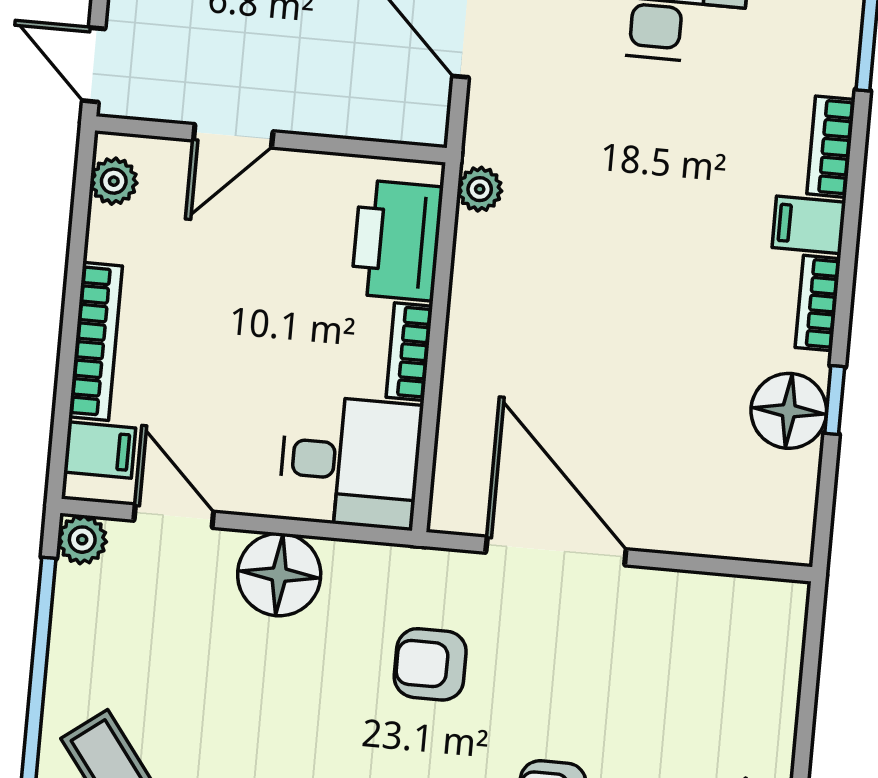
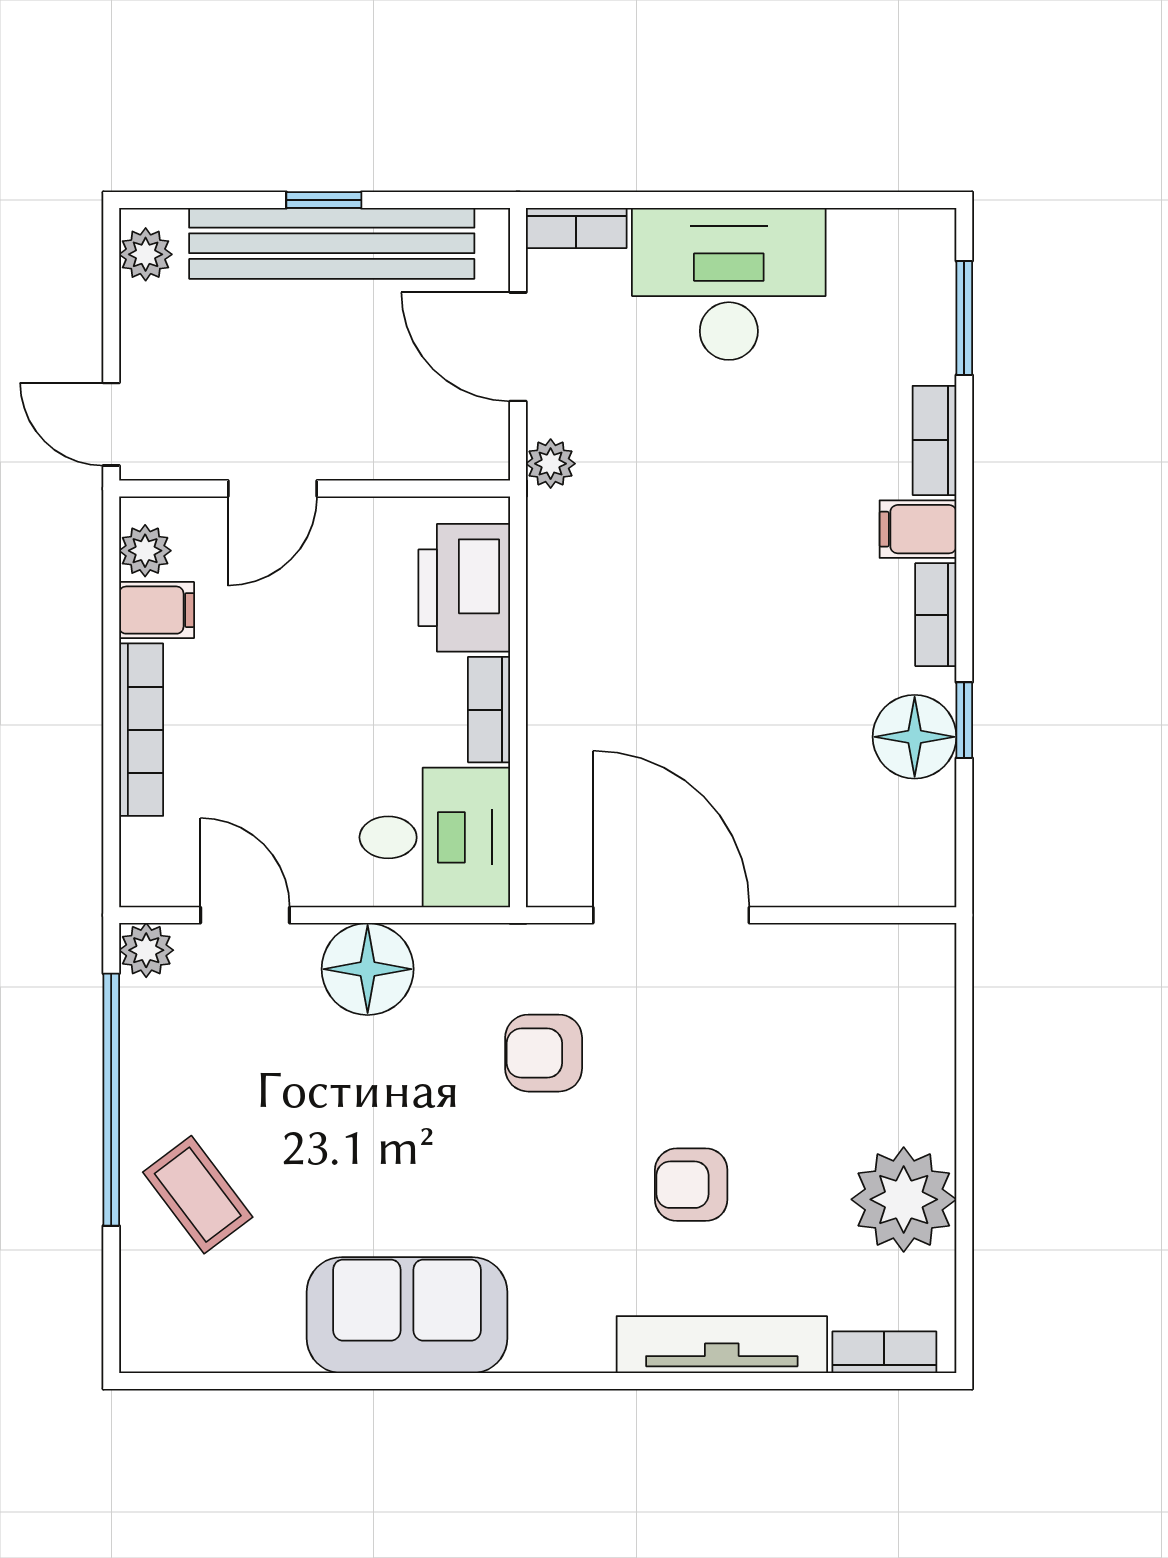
plant: (480, 189) -> (551, 464), moved
filing cabinet: (100, 450) -> (157, 610), moved

